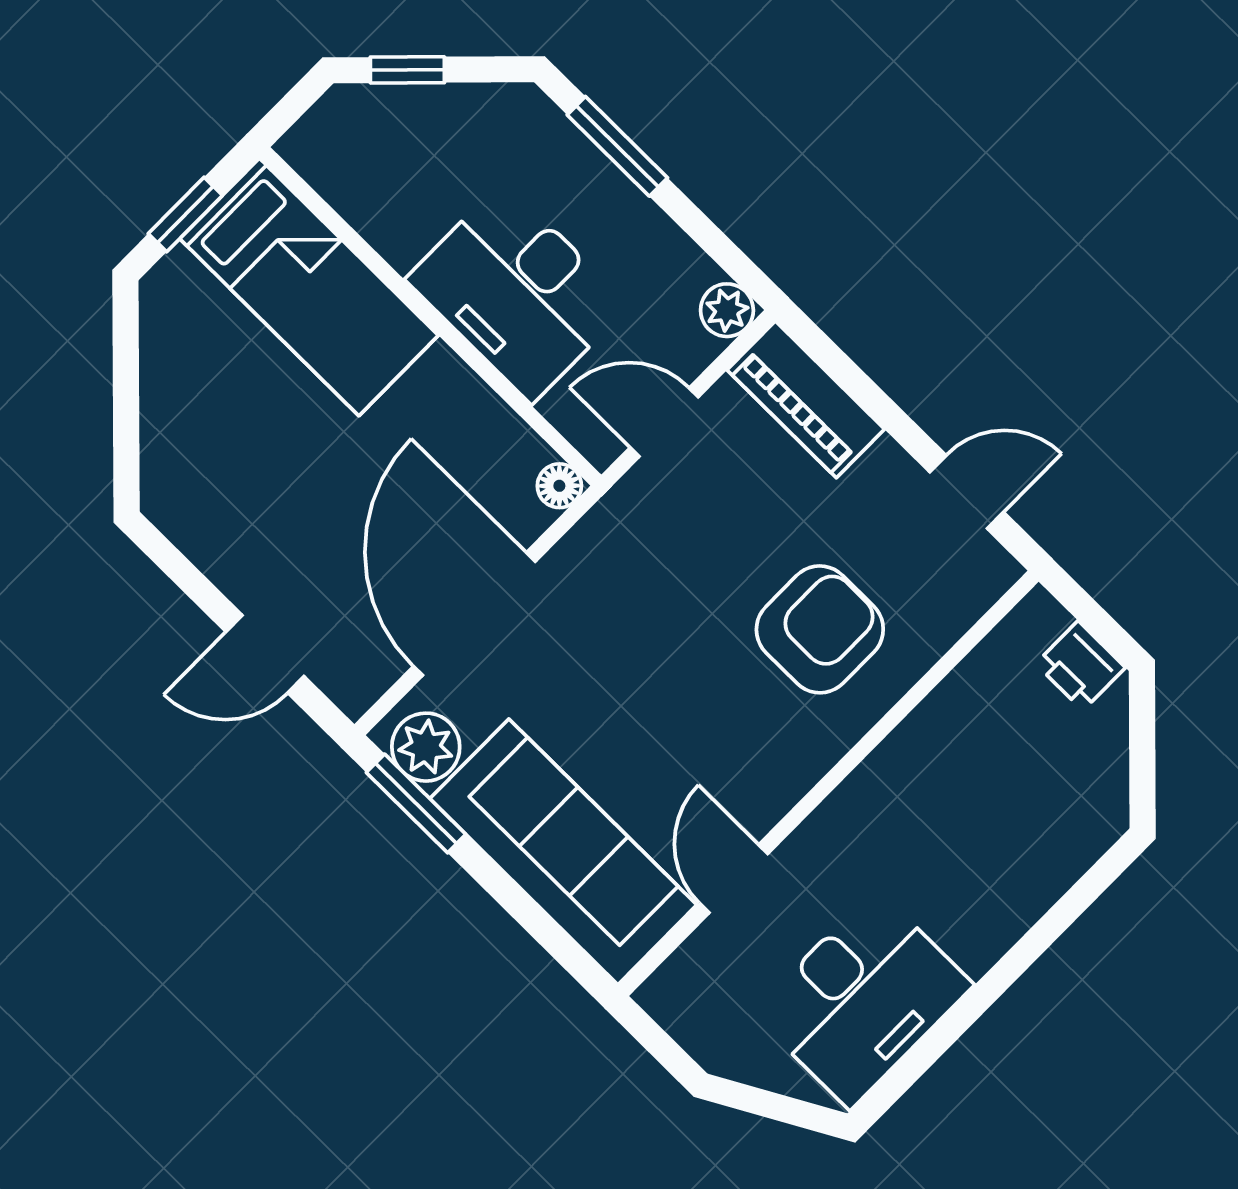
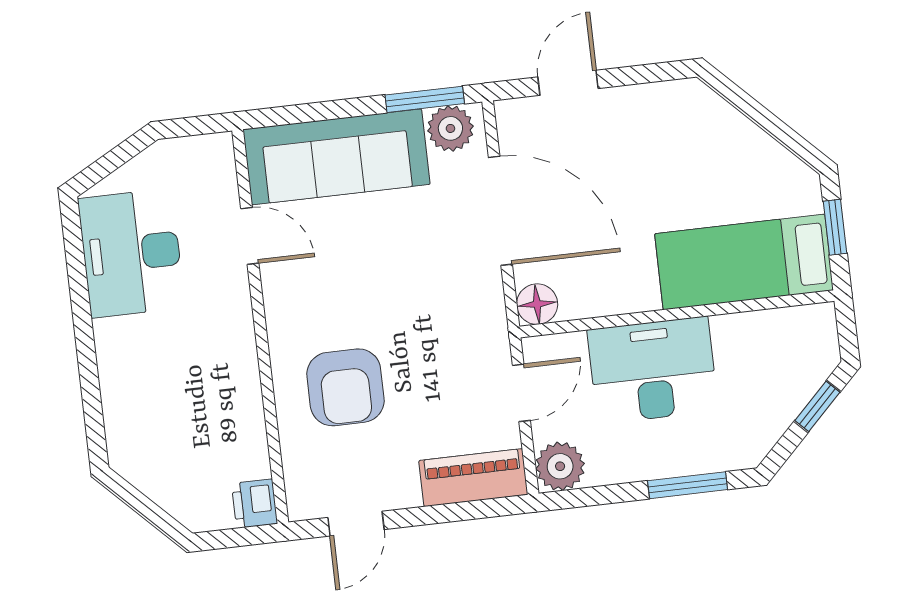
plant: (727, 310) -> (560, 466), width x1.38, depth x1.38
floor lamp: (559, 486) -> (537, 304), width x1.37, depth x1.37
printer: (1080, 666) -> (255, 504), moved, turned -90

